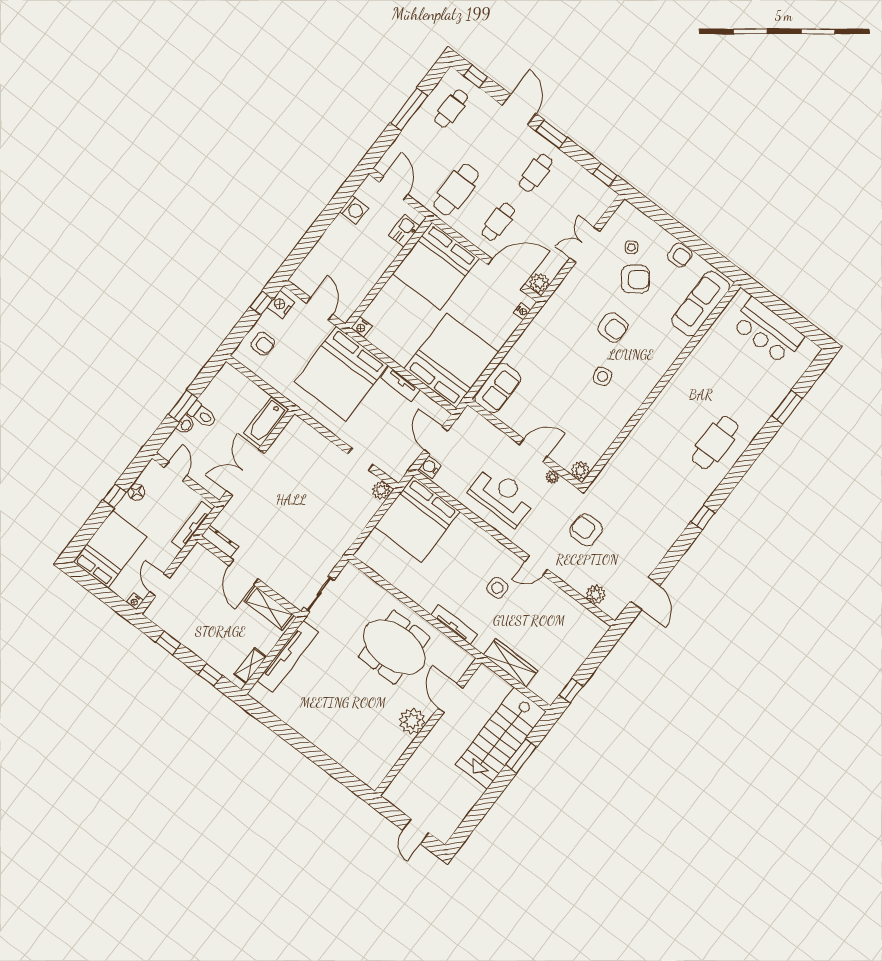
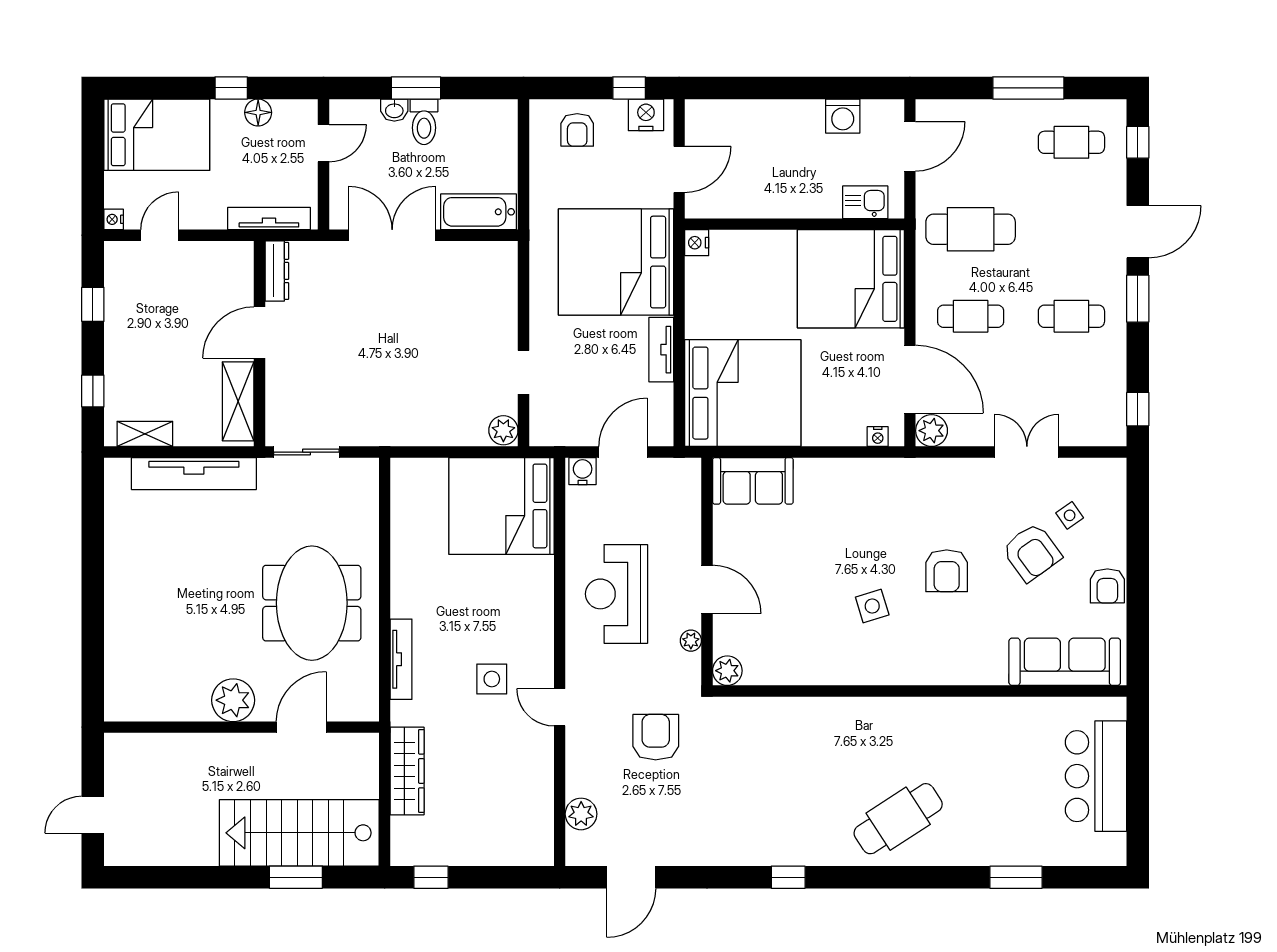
cafe table: (715, 442) -> (898, 819), turned -33
reception desk: (502, 496) -> (616, 594), turned 180

